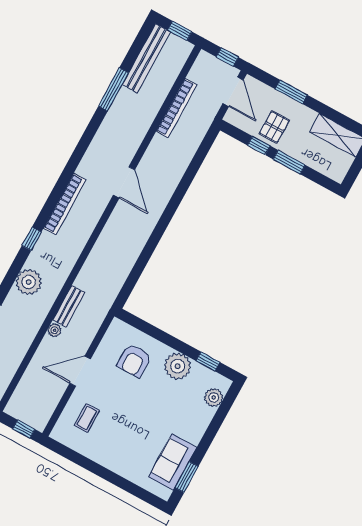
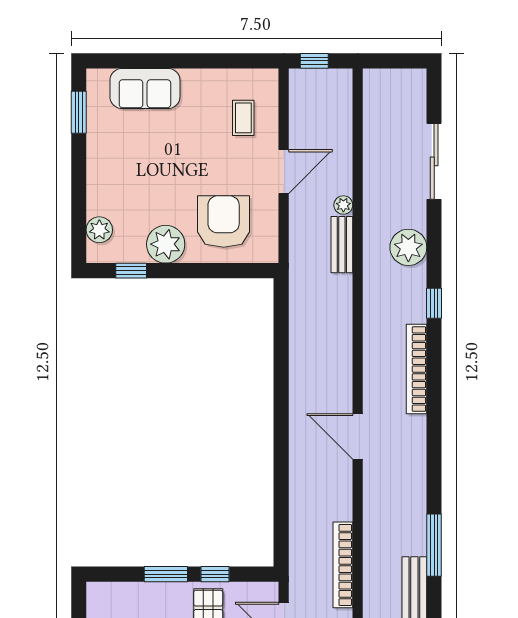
armchair: (134, 361) -> (224, 222), width x1.36, depth x1.36
sofa: (173, 462) -> (145, 88), moved, turned 90

